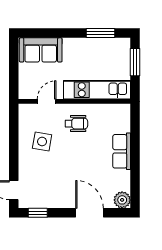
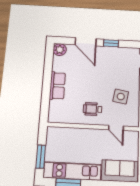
kitchen unit: (97, 90) -> (72, 171), moved, turned 180
door: (47, 101) -> (116, 128), hinge flipped
window: (38, 213) -> (111, 43), moved

